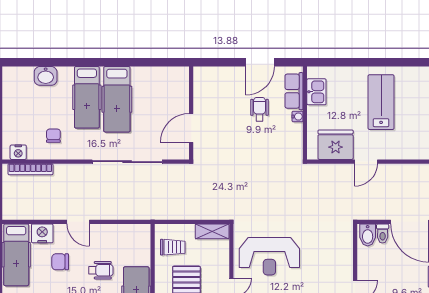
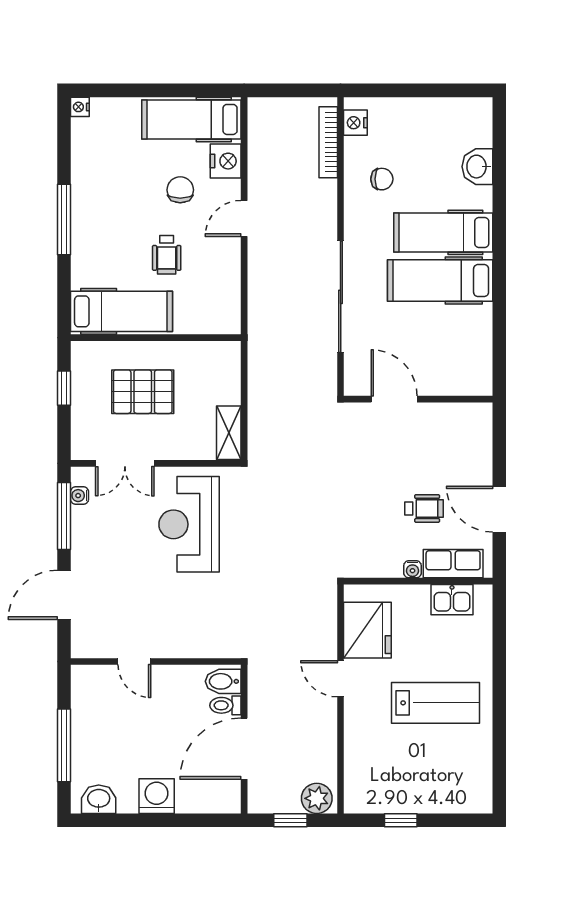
trolley: (173, 247) -> (204, 370), removed

